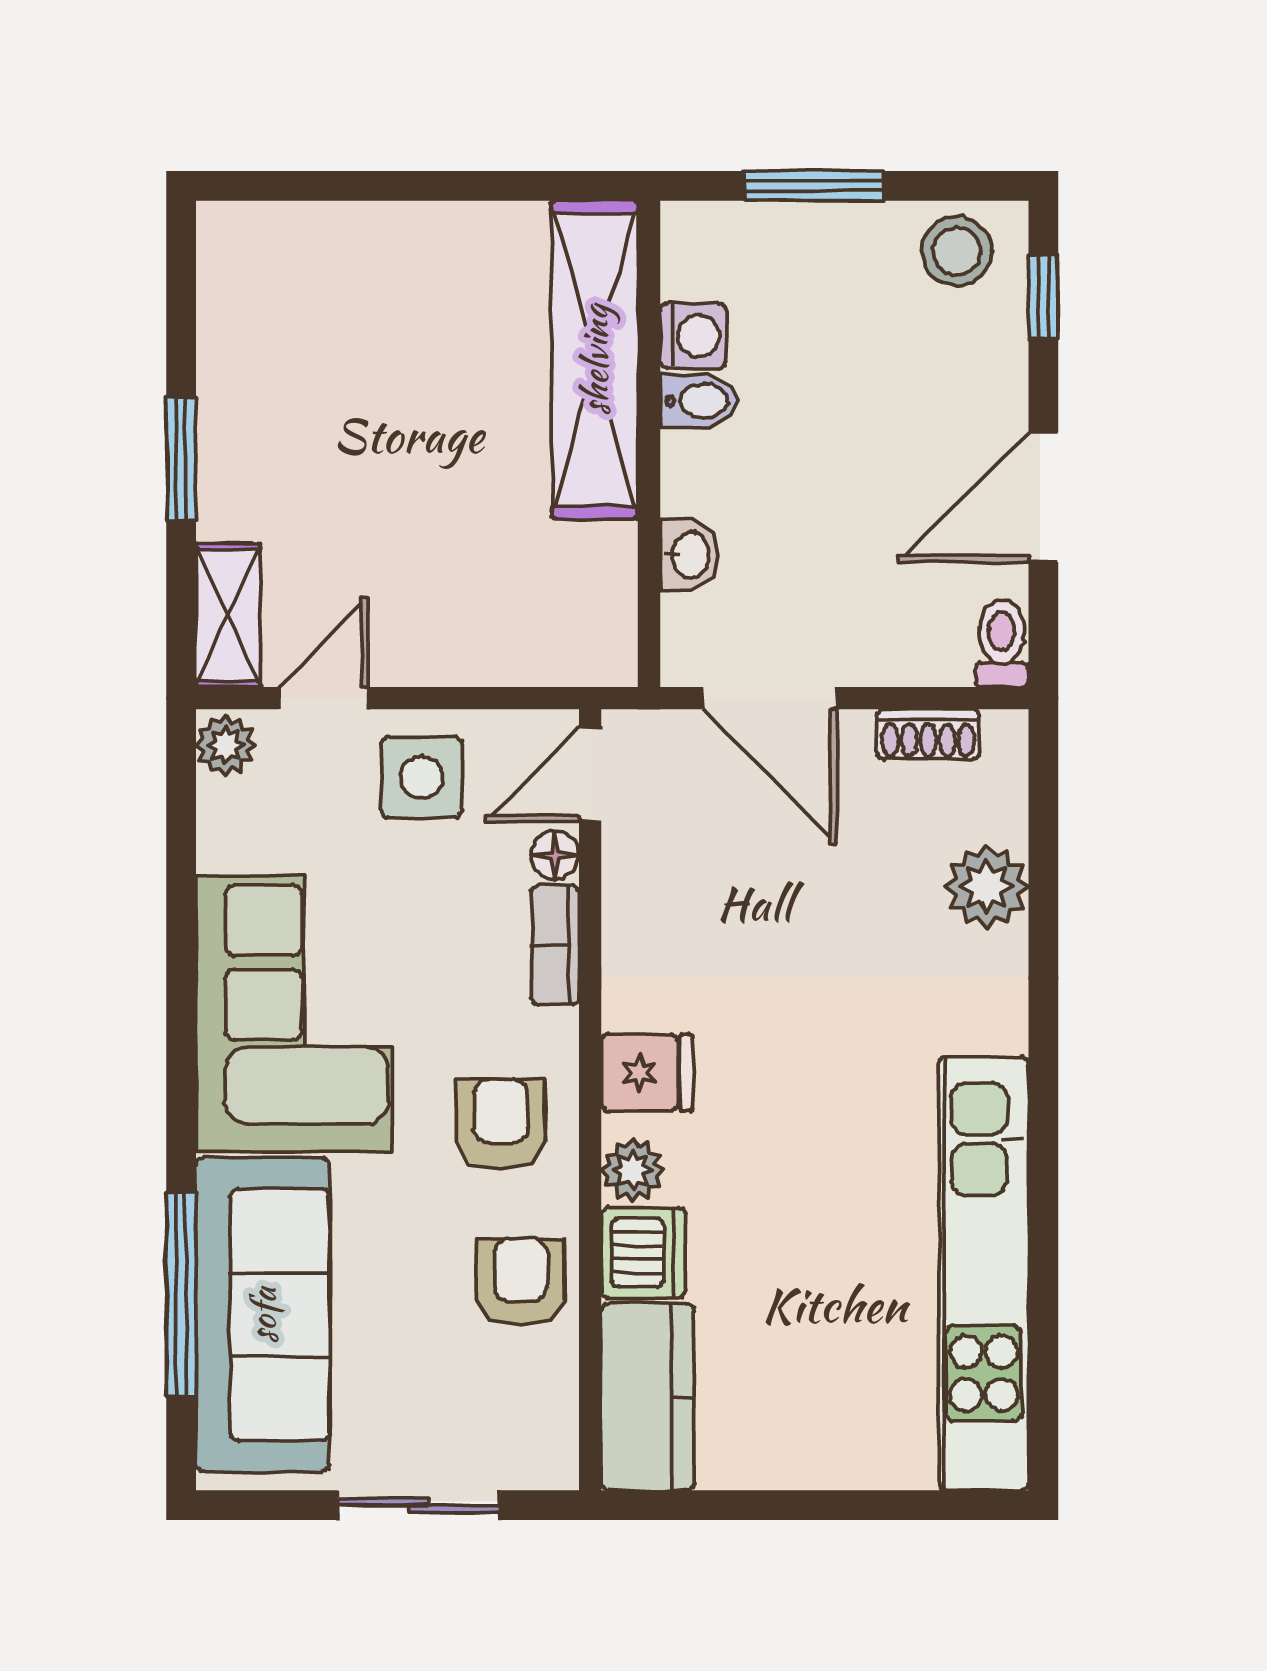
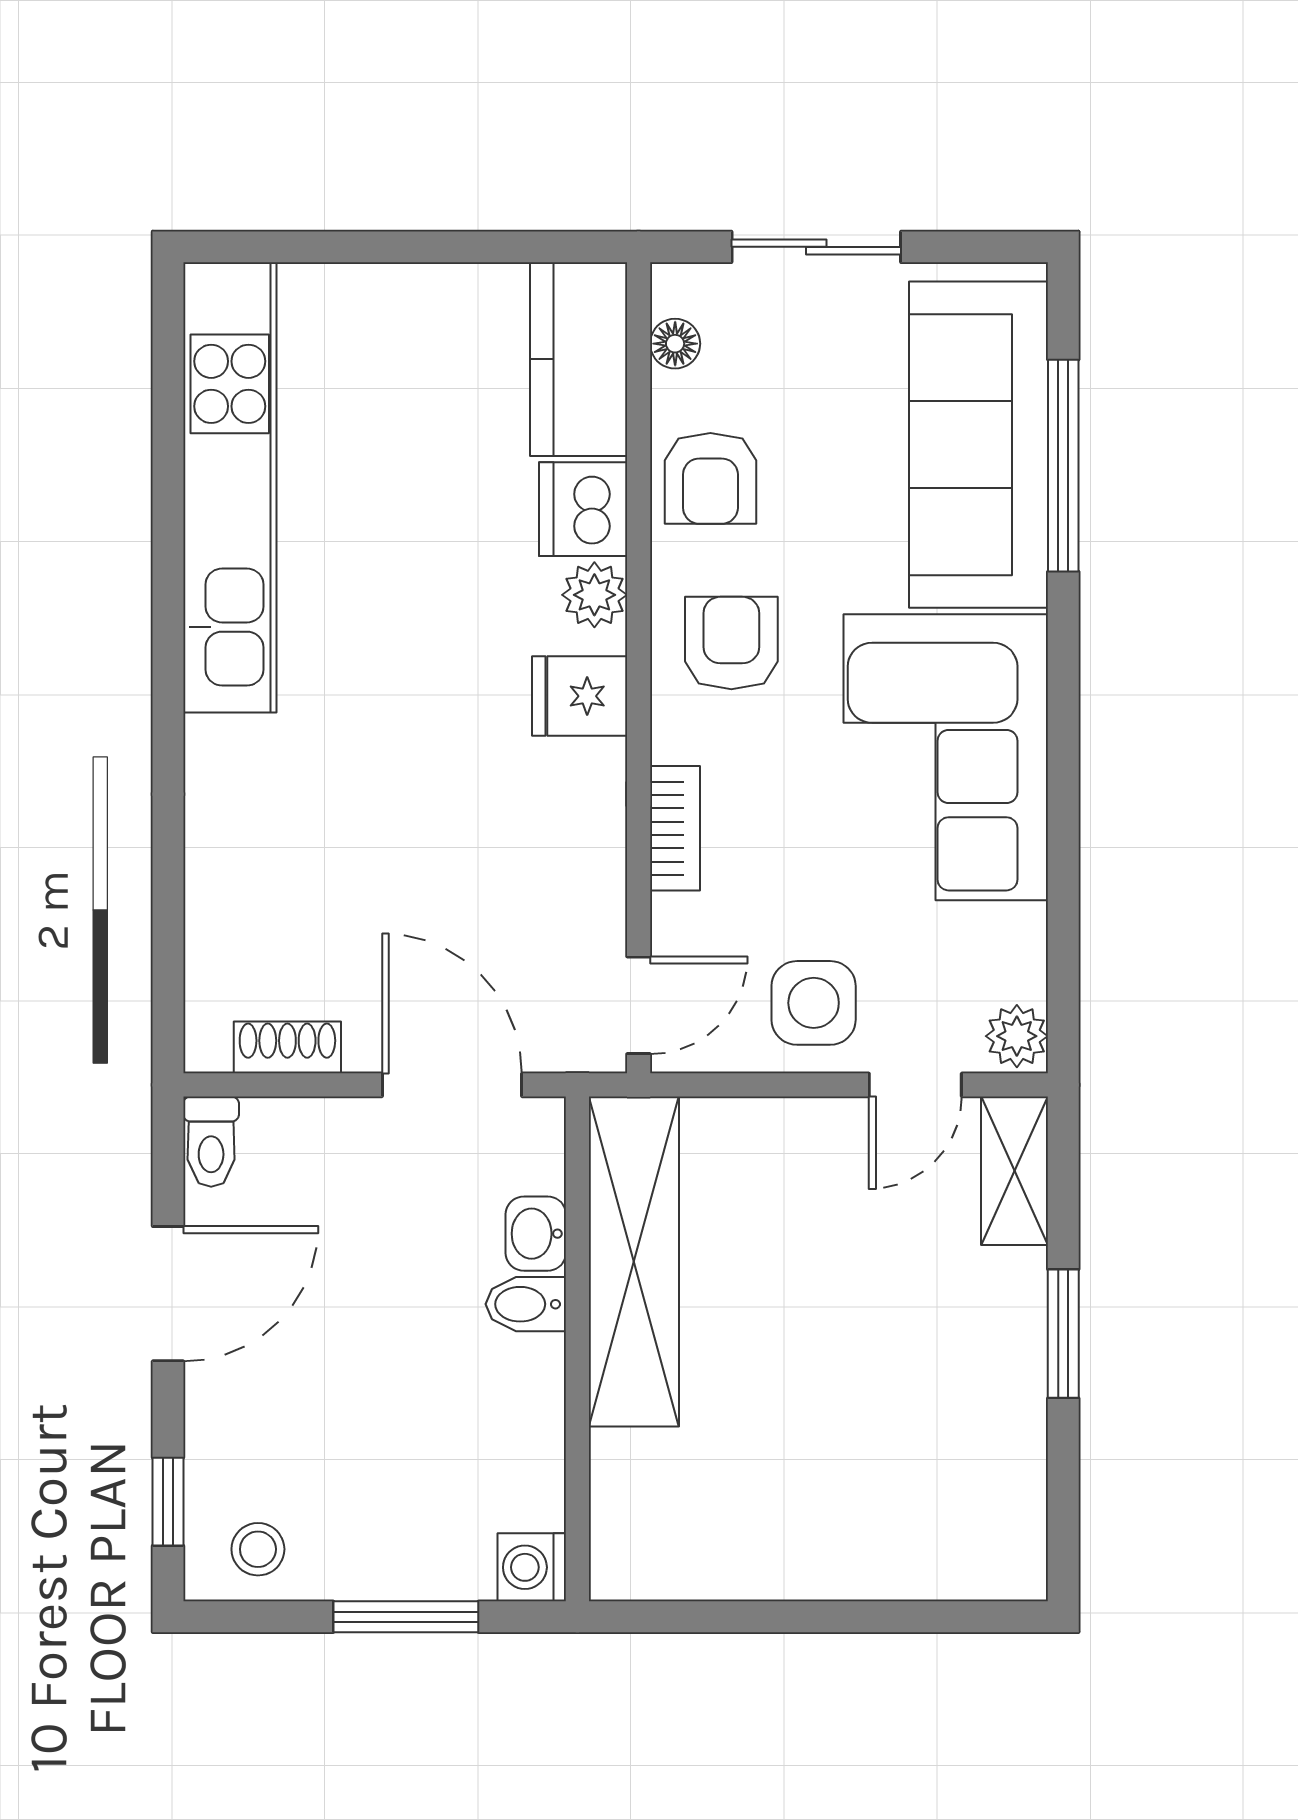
stool: (957, 251) -> (258, 1549), width x0.73, depth x0.73
washing machine: (693, 336) -> (532, 1567), moved
shelving: (595, 360) -> (634, 1261), moved
bidet: (699, 401) -> (526, 1304), moved
floor lamp: (555, 855) -> (675, 344), moved
plant: (987, 887) -> (227, 889), removed
armchair: (501, 1124) -> (731, 643), turned 180

